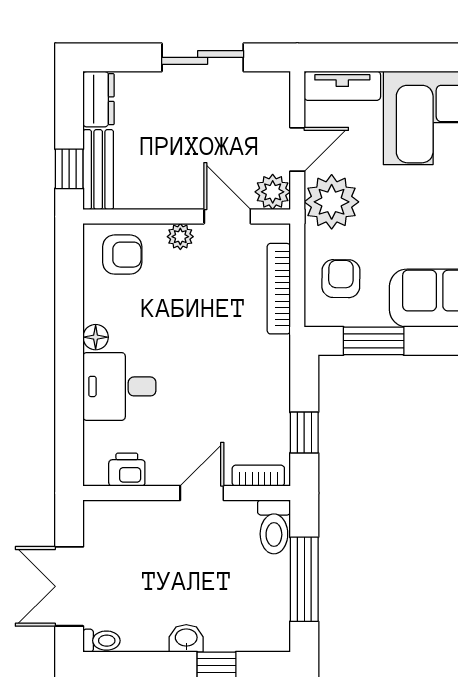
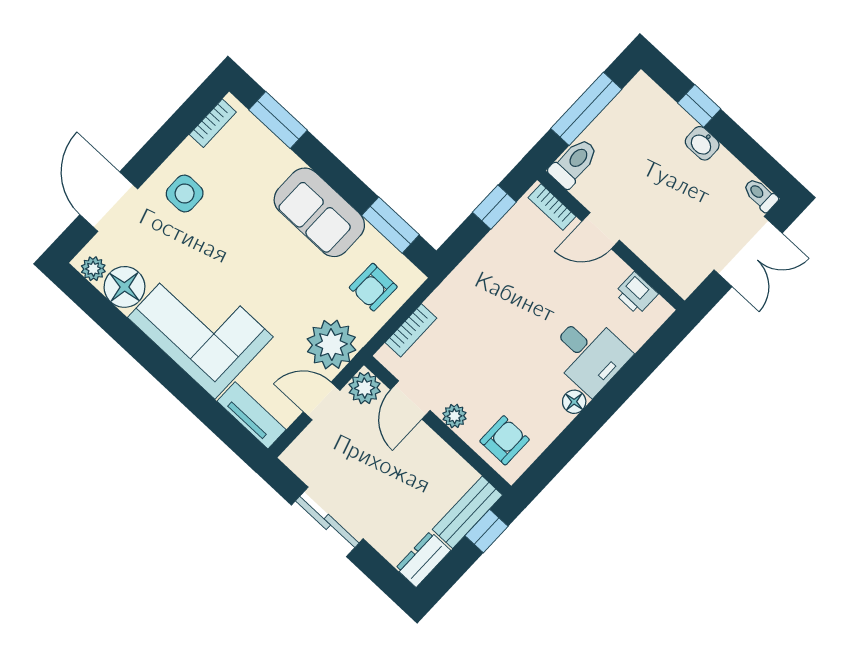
armchair: (122, 255) -> (505, 440), turned 90
bookcase: (279, 289) -> (411, 330), width x0.64

